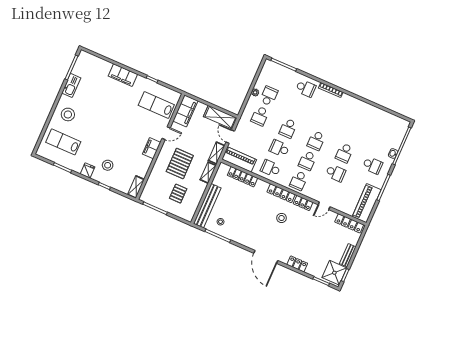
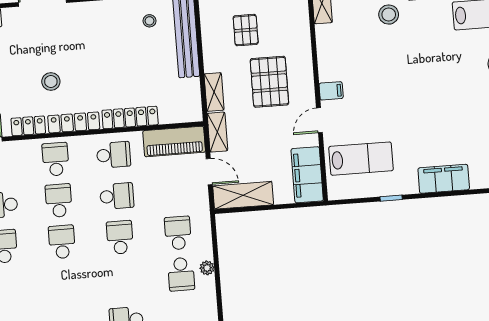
filing cabinet: (152, 148) -> (331, 91), width x0.50
locker: (243, 177) -> (130, 117), moved

